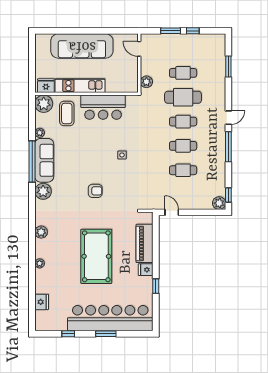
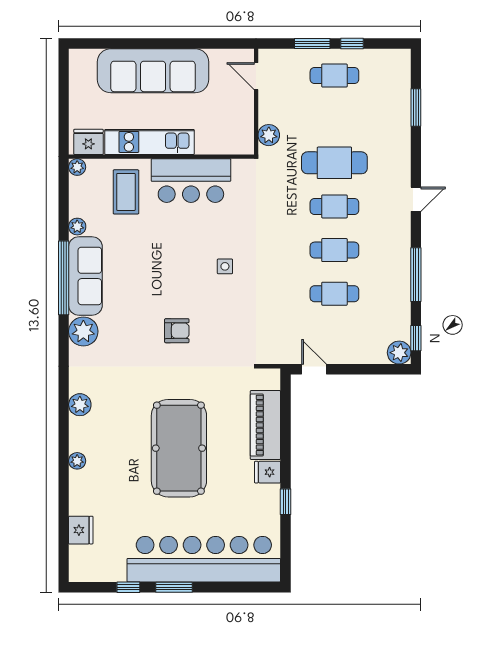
cafe table: (183, 73) -> (334, 76), moved
plant: (44, 104) -> (77, 167), width x0.53, depth x0.53
window: (228, 147) -> (416, 275), moved
window: (106, 334) -> (174, 587), moved

